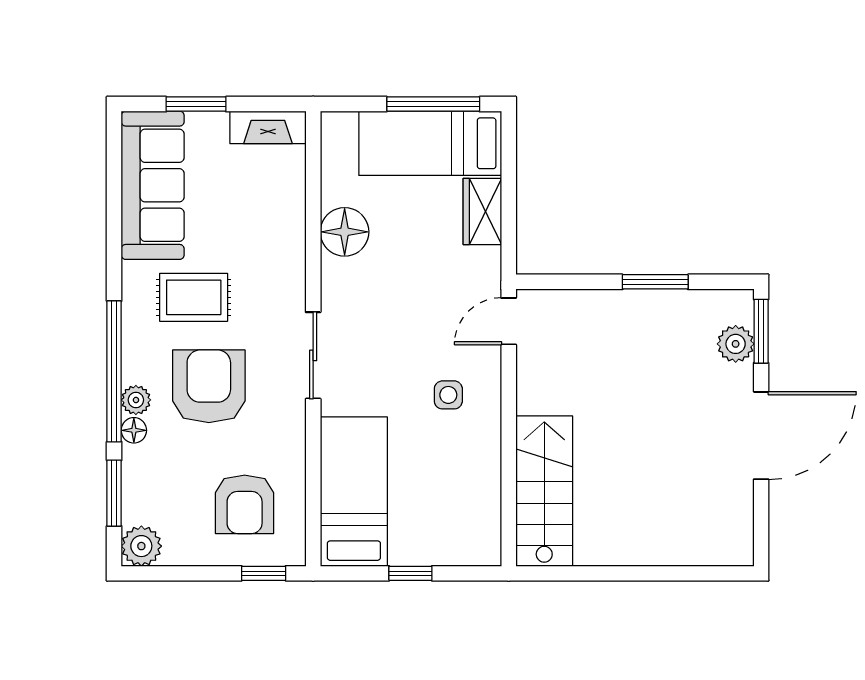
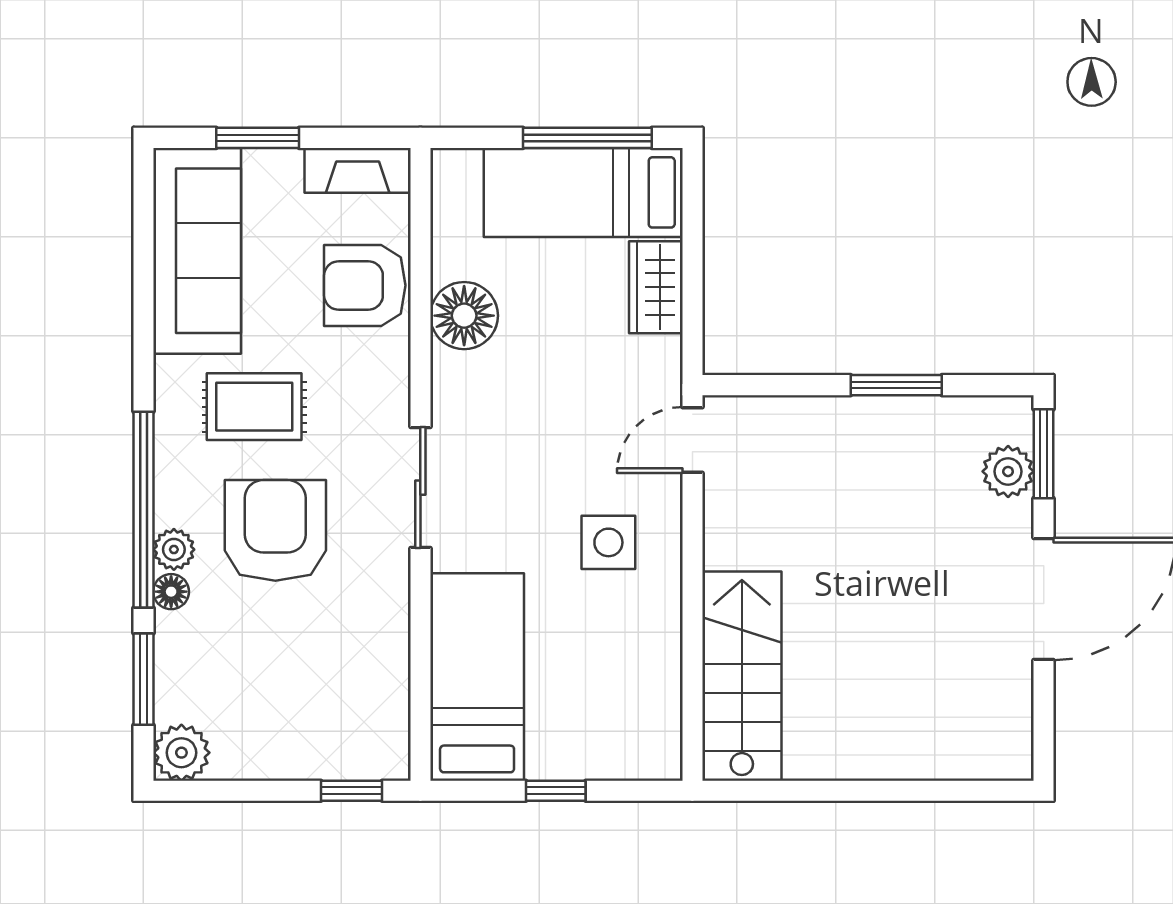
side table: (448, 395) -> (608, 542), width x1.37, depth x1.37
armchair: (245, 504) -> (365, 285), moved, turned 90

